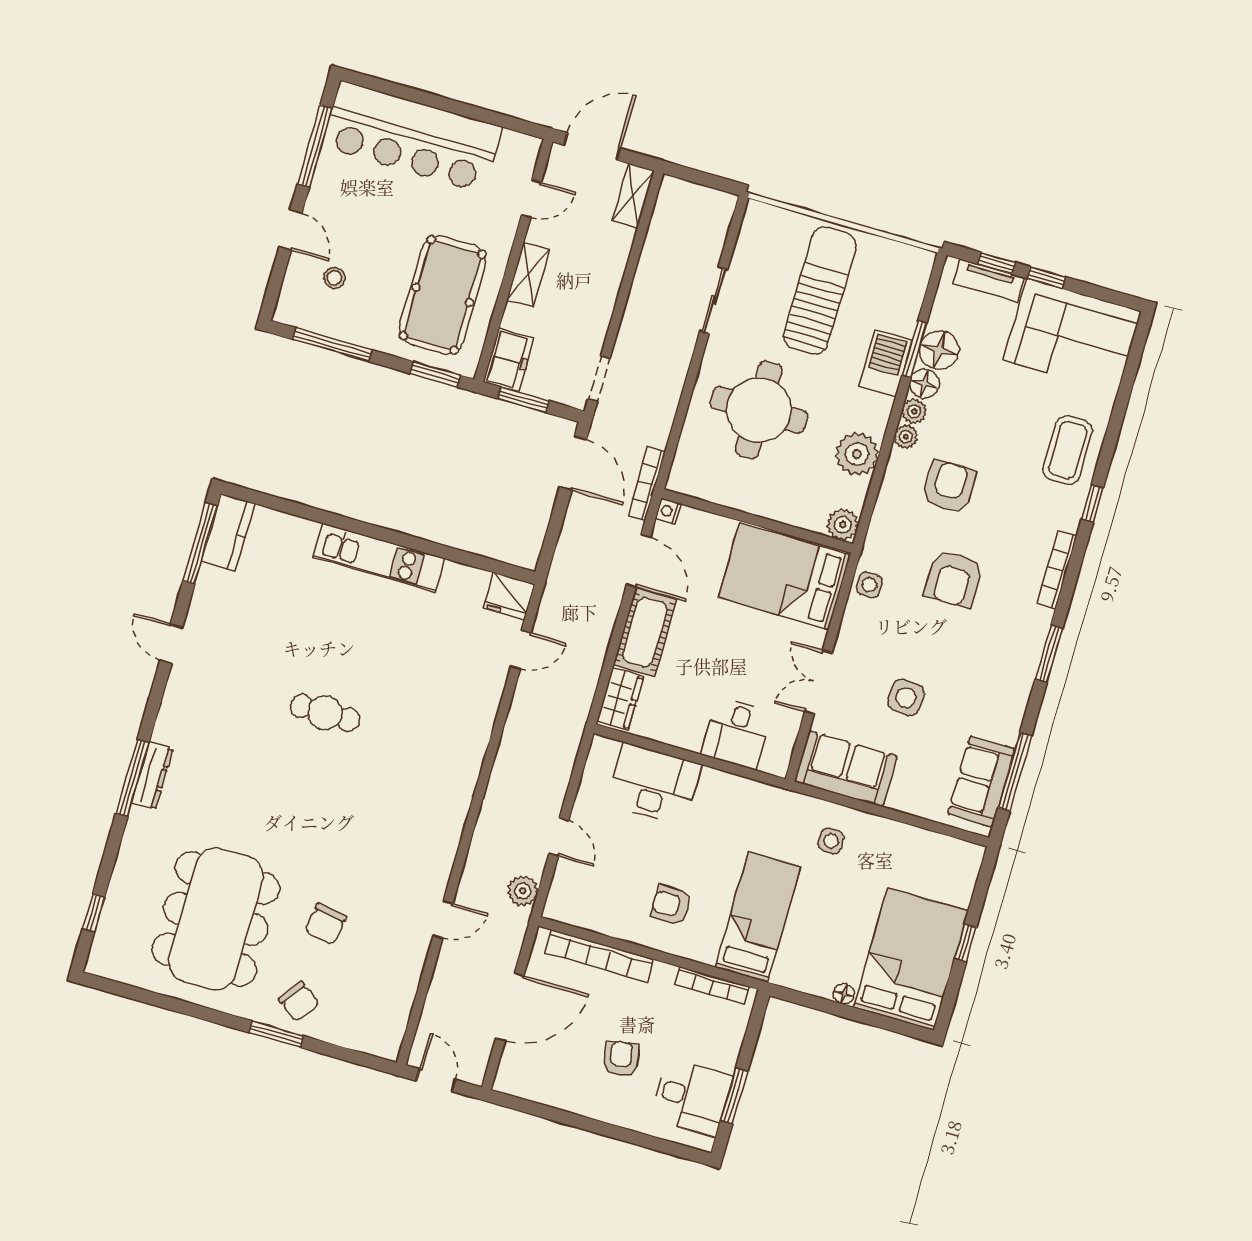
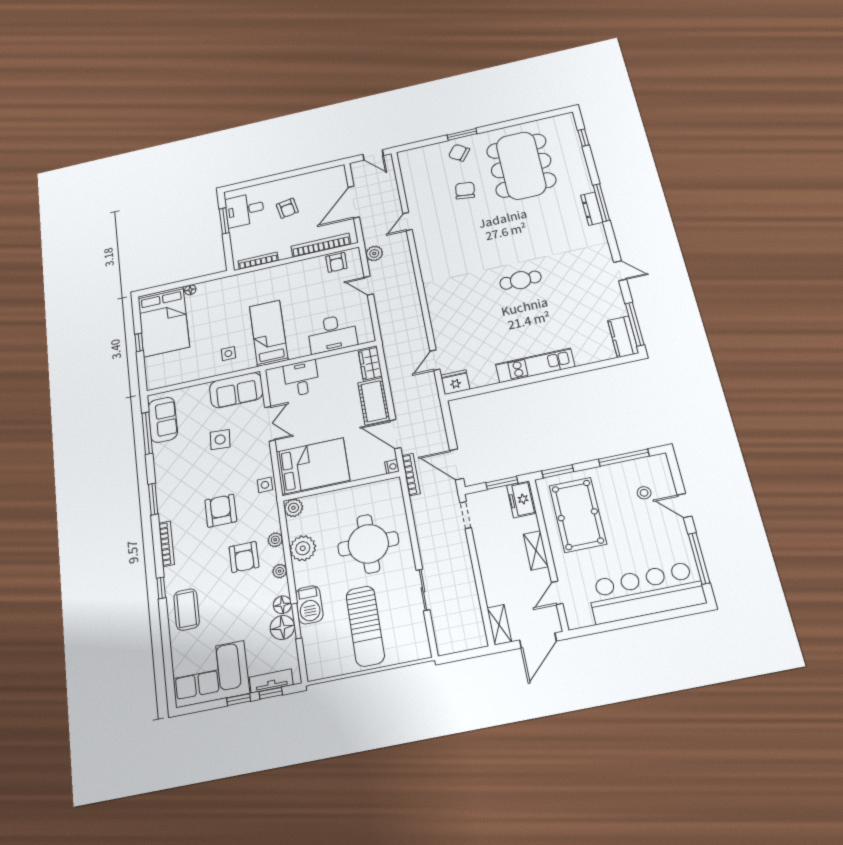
plant: (914, 411) -> (275, 540), moved
armchair: (671, 905) -> (336, 262), moved, turned 90
bed: (758, 917) -> (269, 333), moved, turned 180

